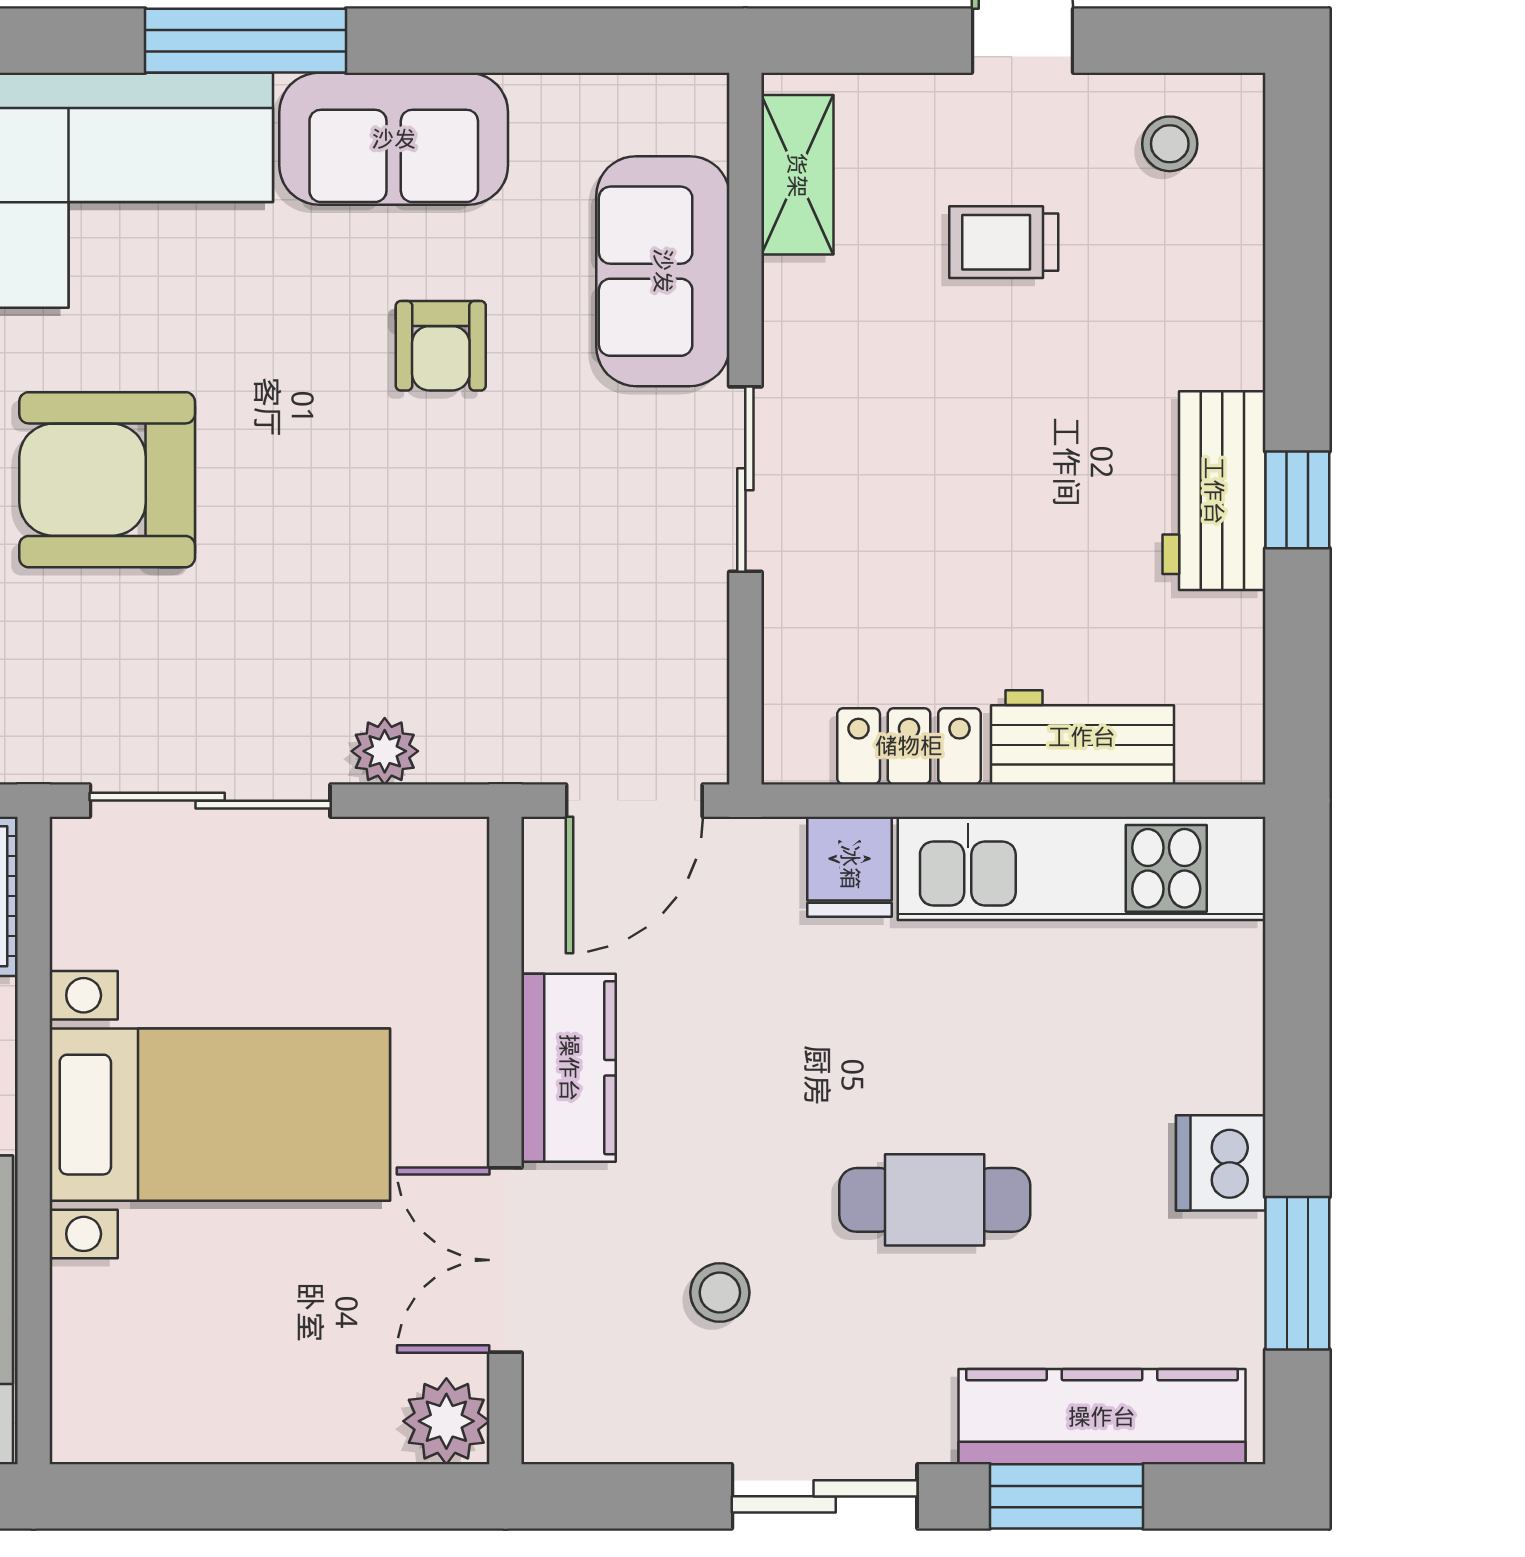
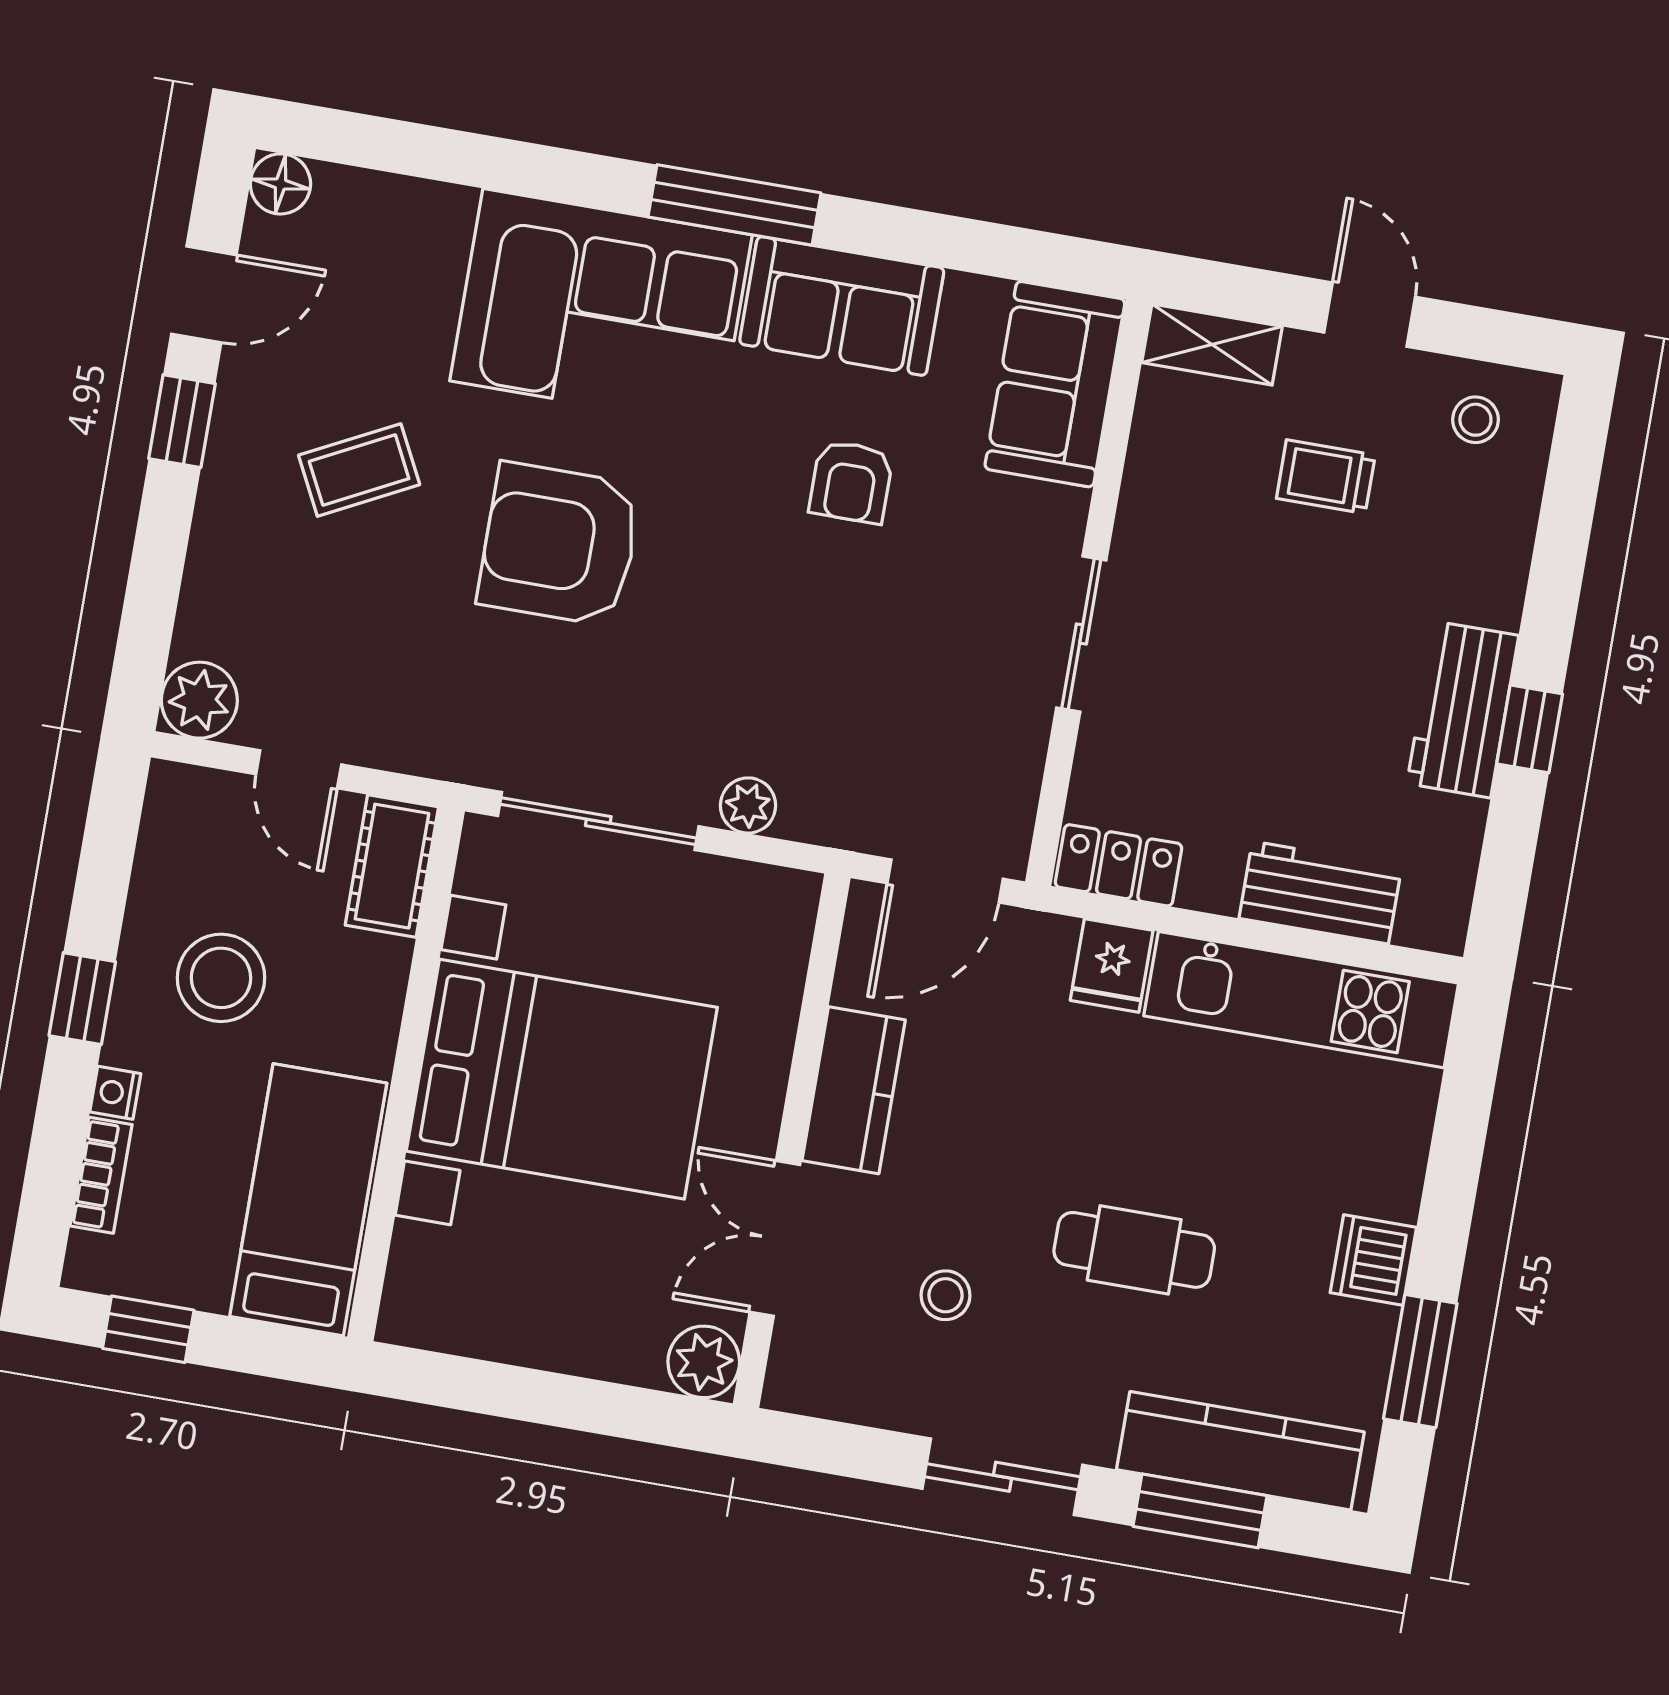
shelving: (797, 175) -> (1212, 345), moved, turned 90
sofa: (663, 271) -> (1055, 384), moved
locker: (909, 746) -> (1119, 865), moved
bed with nightstands: (220, 1115) -> (562, 1079), width x1.36

